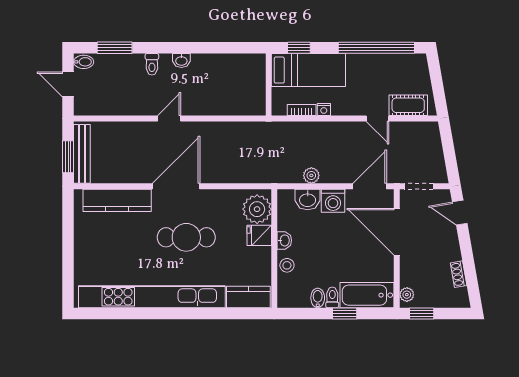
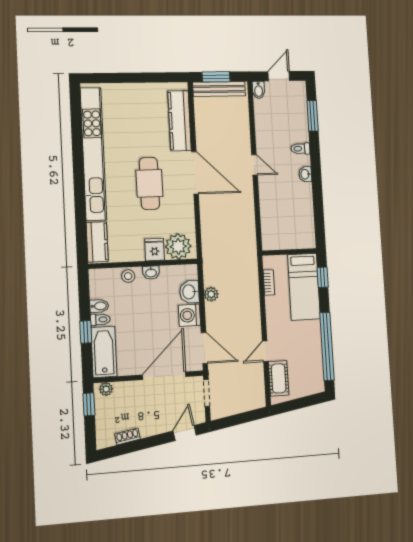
bidet: (84, 62) -> (259, 90), moved
nightstand: (324, 109) -> (270, 302), removed

